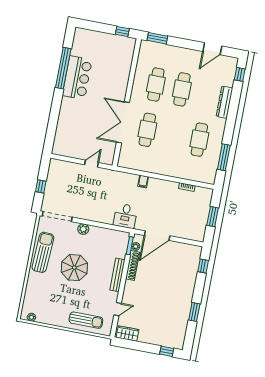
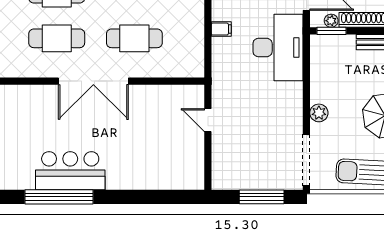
double door: (123, 122) -> (93, 81), moved
window: (41, 186) -> (262, 197), width x2.17
desk: (125, 216) -> (278, 47), width x1.87, depth x1.30

